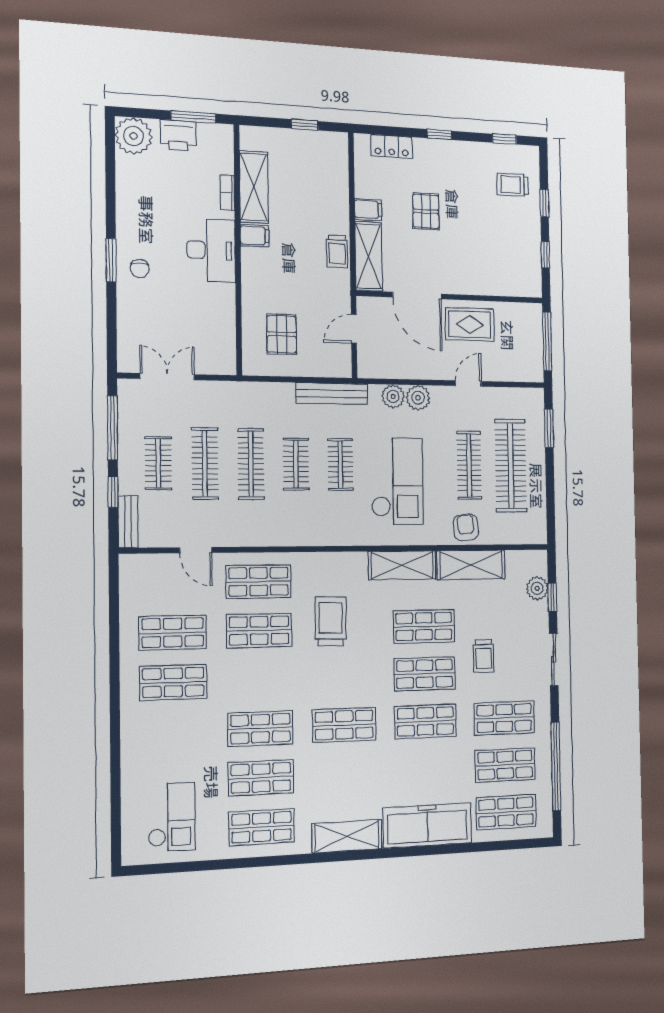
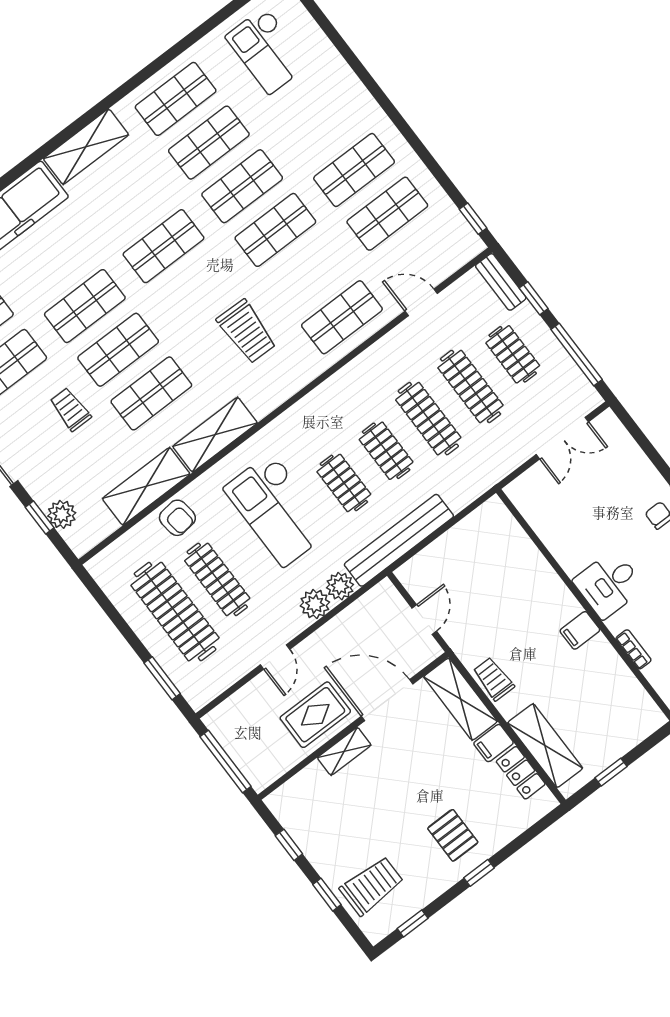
locker: (392, 146) -> (521, 773), moved, turned -90
trolley: (513, 185) -> (372, 886), width x1.36, depth x1.39
shelving: (254, 187) -> (545, 746), moved
pallet: (426, 211) -> (453, 835), moved
desk: (211, 250) -> (609, 584), width x0.73
shelving: (468, 285) -> (344, 751), added
pallet: (282, 334) -> (488, 560), removed
bench: (332, 394) -> (399, 540), width x1.37, depth x1.21
window: (114, 583) -> (473, 219), added
shop shelf: (259, 630) -> (275, 230), moved

